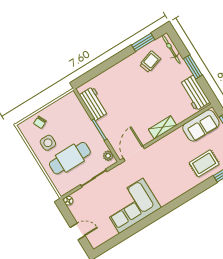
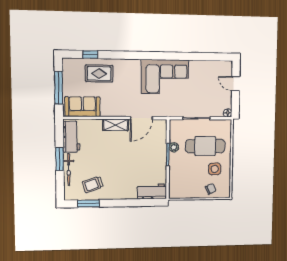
bicycle: (171, 49) -> (69, 169), moved
workbench: (94, 104) -> (152, 192), moved, turned 90
door: (134, 153) -> (141, 118), moved
plant: (108, 156) -> (174, 147), moved
corner sofa: (131, 206) -> (165, 77), moved

